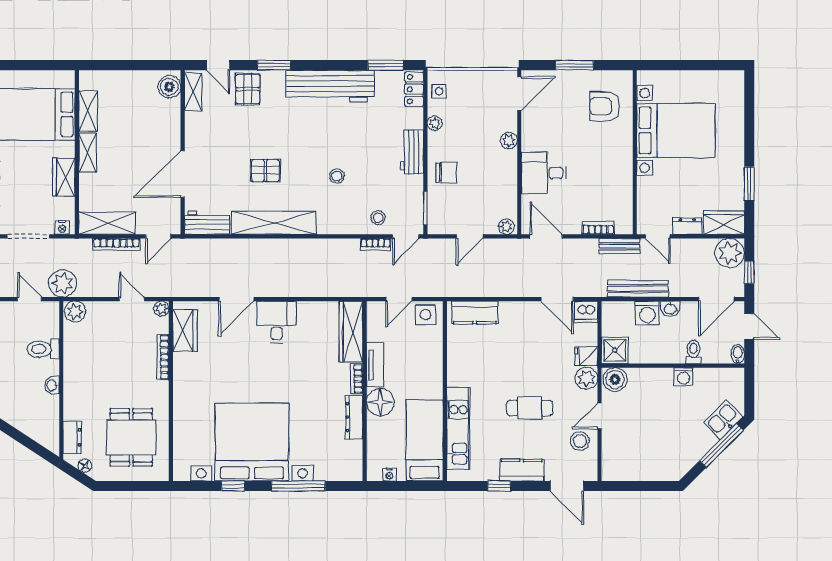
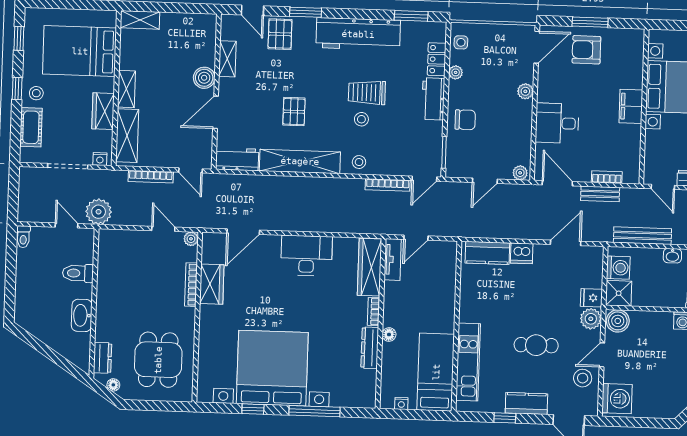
boiler: (169, 87) -> (204, 78), moved
locker: (414, 89) -> (437, 59), moved
shelving: (193, 92) -> (227, 59), moved
armchair: (605, 106) -> (586, 50), moved
shelving: (88, 111) -> (140, 20), moved, turned 90
trolley: (342, 148) -> (367, 93), added
filing cabinet: (621, 152) -> (631, 106), added
pallet: (265, 170) -> (294, 112), turned 90
door: (183, 174) -> (216, 112), width x0.73
stool: (378, 218) -> (359, 162), moved
shelving: (107, 223) -> (127, 136), moved, turned 90
door: (158, 236) -> (190, 170), hinge flipped
bookcase: (376, 244) -> (388, 185), width x1.56
bench: (619, 246) -> (600, 194), moved
door: (236, 299) -> (243, 232), moved
door: (557, 299) -> (566, 243), swing flipped
plant: (75, 312) -> (109, 239), removed
dishwasher: (586, 312) -> (522, 253), moved
washing machine: (647, 313) -> (618, 268), moved, turned -90
side table: (425, 315) -> (441, 253), removed
desk: (277, 322) -> (306, 256), width x1.37
wardrobe: (185, 330) -> (212, 284), moved
tv unit: (375, 365) -> (393, 259), moved
washbasin: (52, 385) -> (82, 315), width x1.91, depth x1.45
floor lamp: (380, 402) -> (389, 335), width x0.53, depth x0.53
washing machine: (617, 462) -> (617, 399), added

